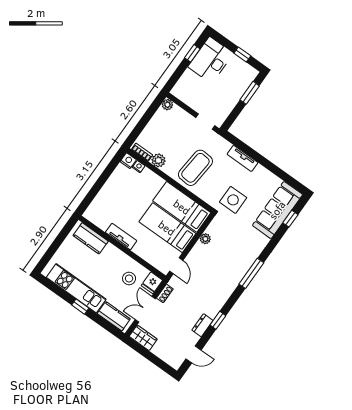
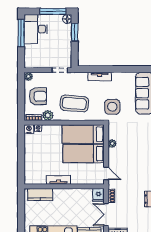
window: (192, 53) -> (21, 33), width x2.17
window: (242, 55) -> (53, 11), width x2.17
floor lamp: (252, 73) -> (67, 19), added
armchair: (162, 133) -> (38, 96), added
coffee table: (195, 168) -> (74, 103), turned 90
stool: (129, 278) -> (82, 203), removed

